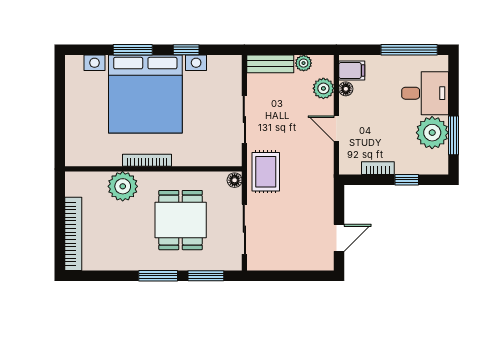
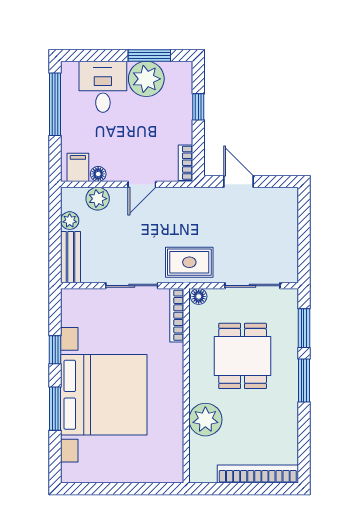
bookcase: (147, 160) -> (177, 315), moved
bookcase: (378, 168) -> (185, 163), moved
dining table: (181, 220) -> (243, 356), turned 90
door: (339, 238) -> (238, 181), moved

